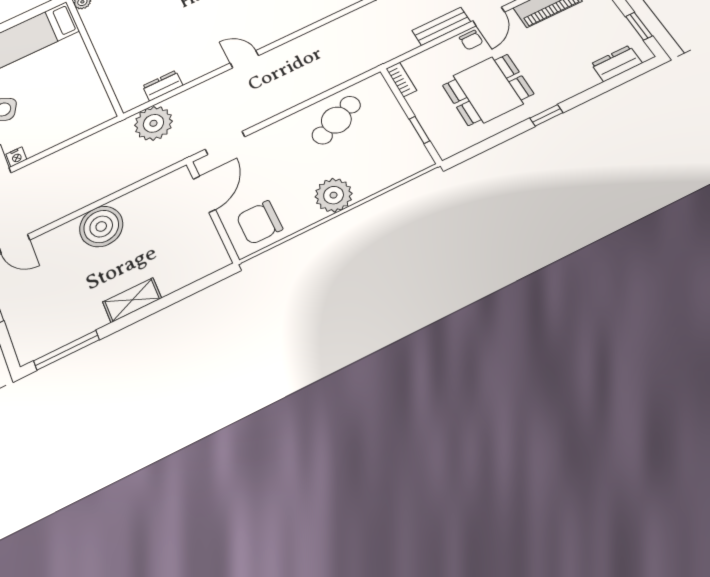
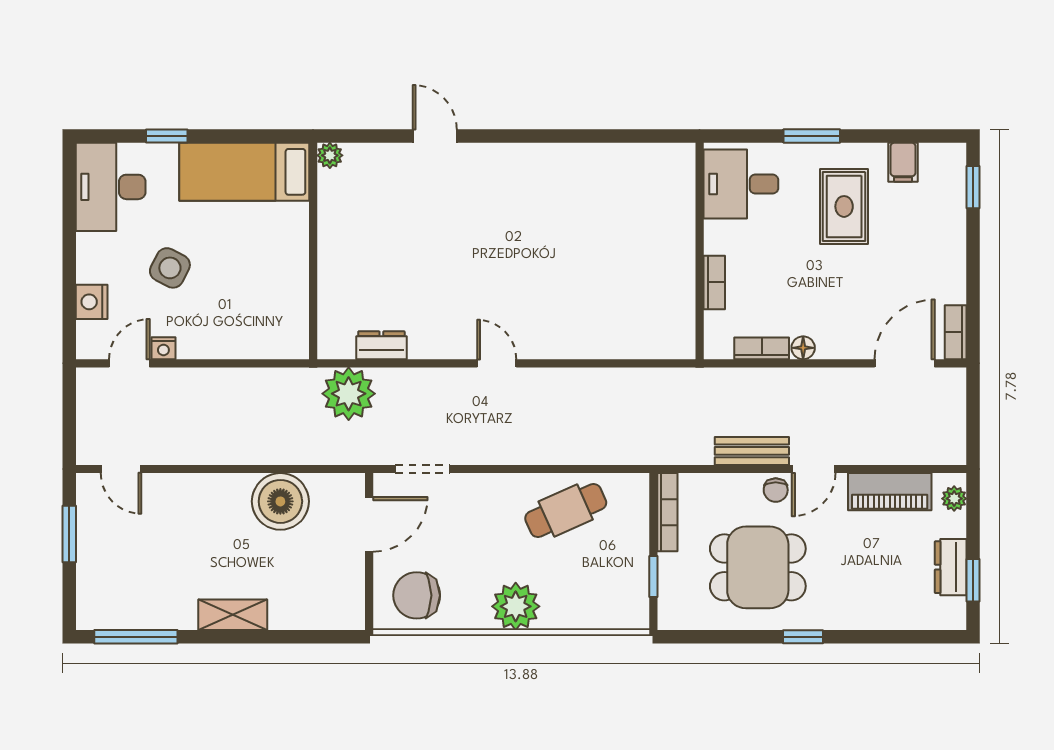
dresser: (616, 63) -> (951, 567), moved, turned -90
bookcase: (401, 80) -> (667, 512), width x1.56
boiler: (101, 226) -> (280, 501), moved

